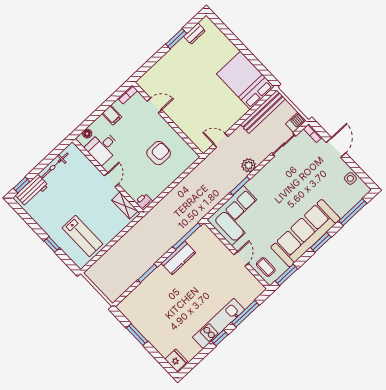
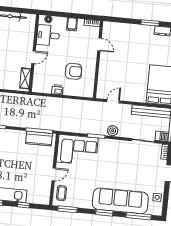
door: (221, 140) -> (113, 101), hinge flipped
printer: (144, 202) -> (57, 90), moved
sofa: (306, 233) -> (120, 201), moved
kitchen counter: (178, 258) -> (39, 139), moved
window: (245, 314) -> (23, 205), width x0.46

